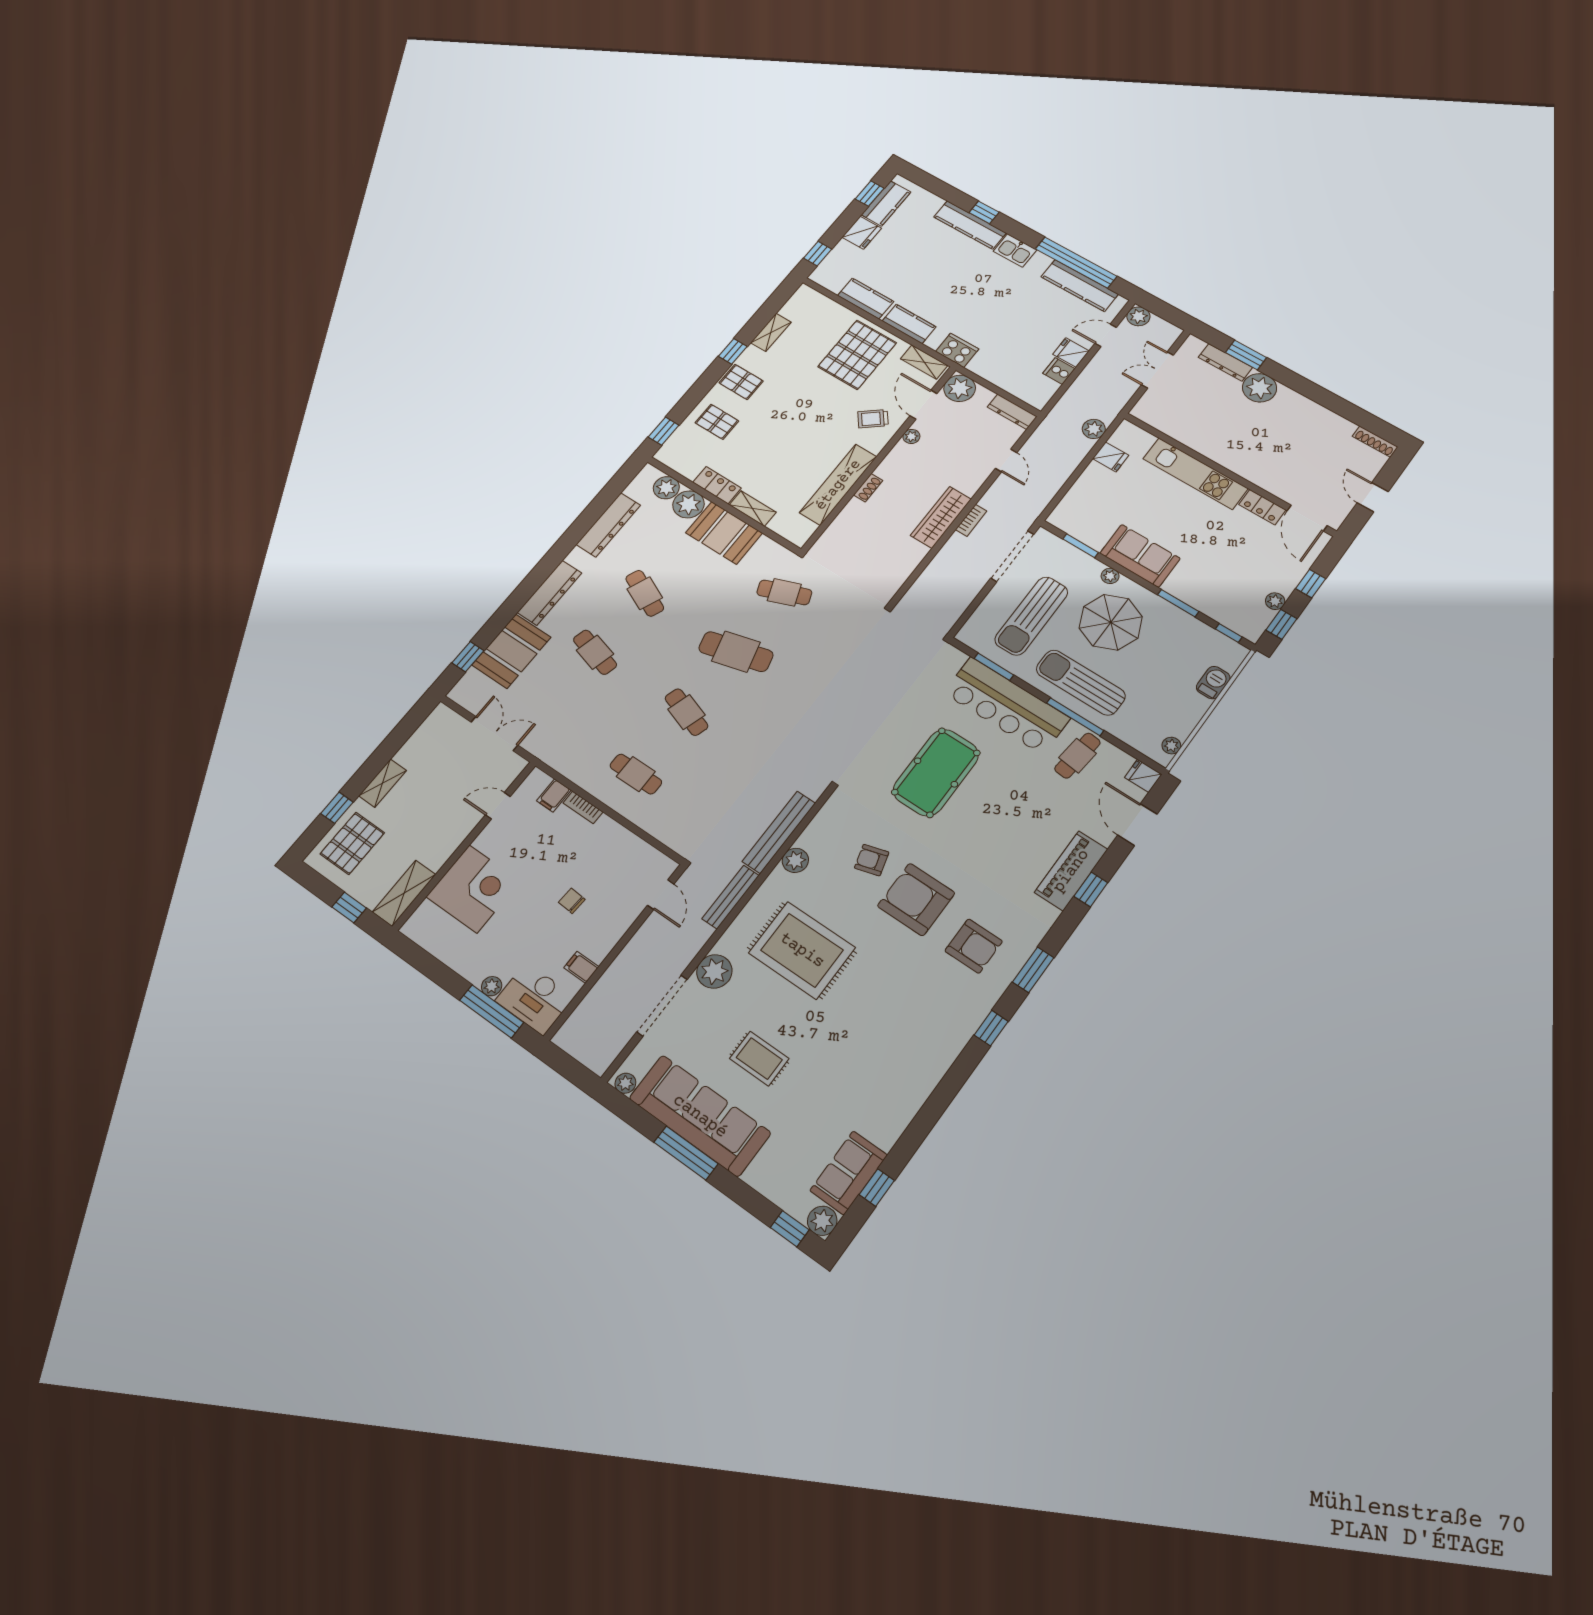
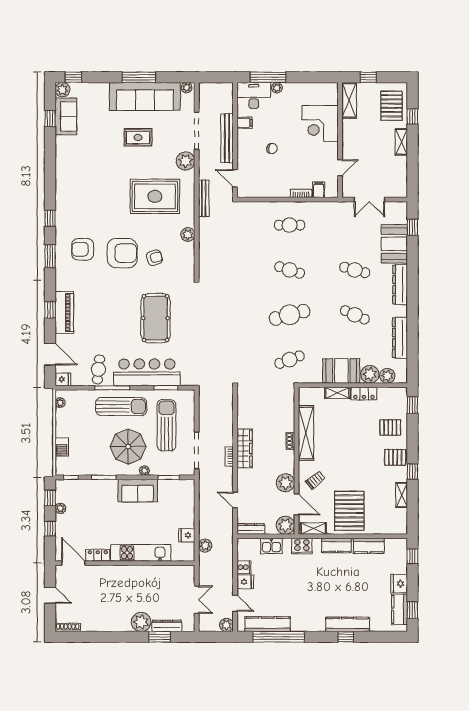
kitchen sink: (1015, 251) -> (271, 546), moved, turned 180
door: (1106, 335) -> (235, 603), hinge flipped
plant: (911, 436) -> (286, 483), width x1.87, depth x1.87
bench: (779, 832) -> (227, 138), moved

